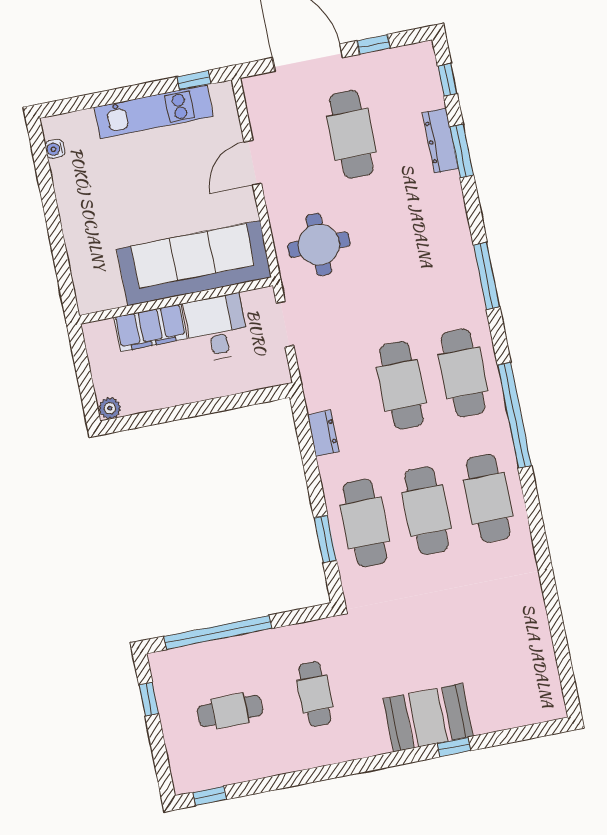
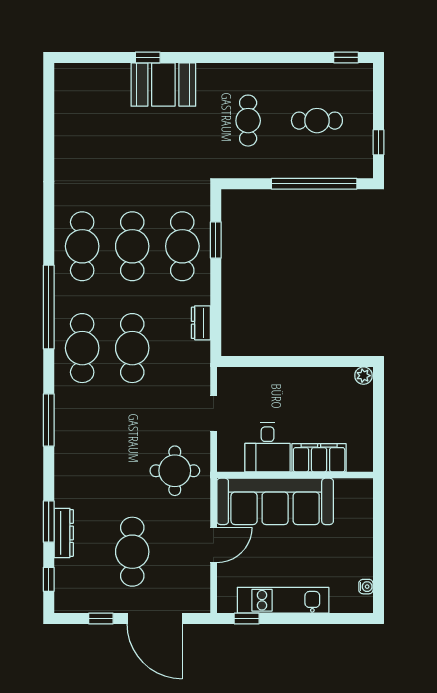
sofa: (194, 263) -> (275, 501), moved
wall: (176, 301) -> (295, 475), moved
filing cabinet: (151, 328) -> (319, 458), moved
desk: (217, 328) -> (268, 447), moved

